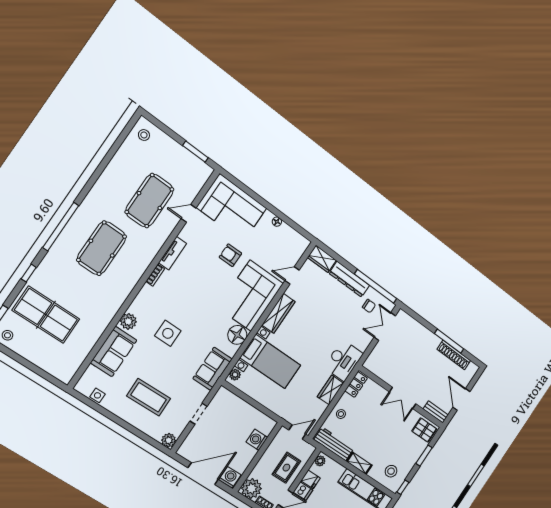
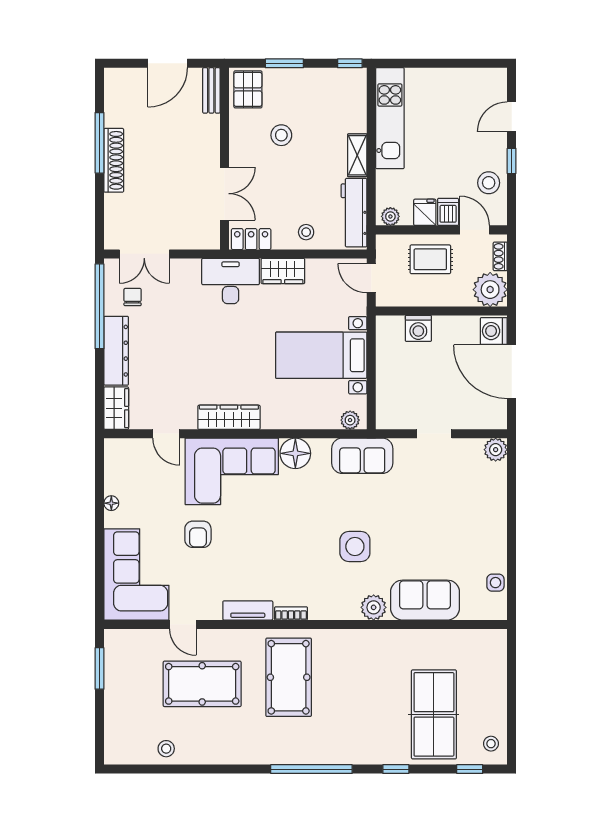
stool: (144, 135) -> (166, 749), moved
pool table: (102, 248) -> (289, 677), moved, turned 90
shoe rack: (454, 355) -> (114, 160), moved
bed with nightstands: (270, 361) -> (321, 355), moved, turned -90
coffee table: (149, 397) -> (455, 515), removed
double door: (403, 398) -> (224, 194), moved
stool: (391, 471) -> (281, 135), moved

